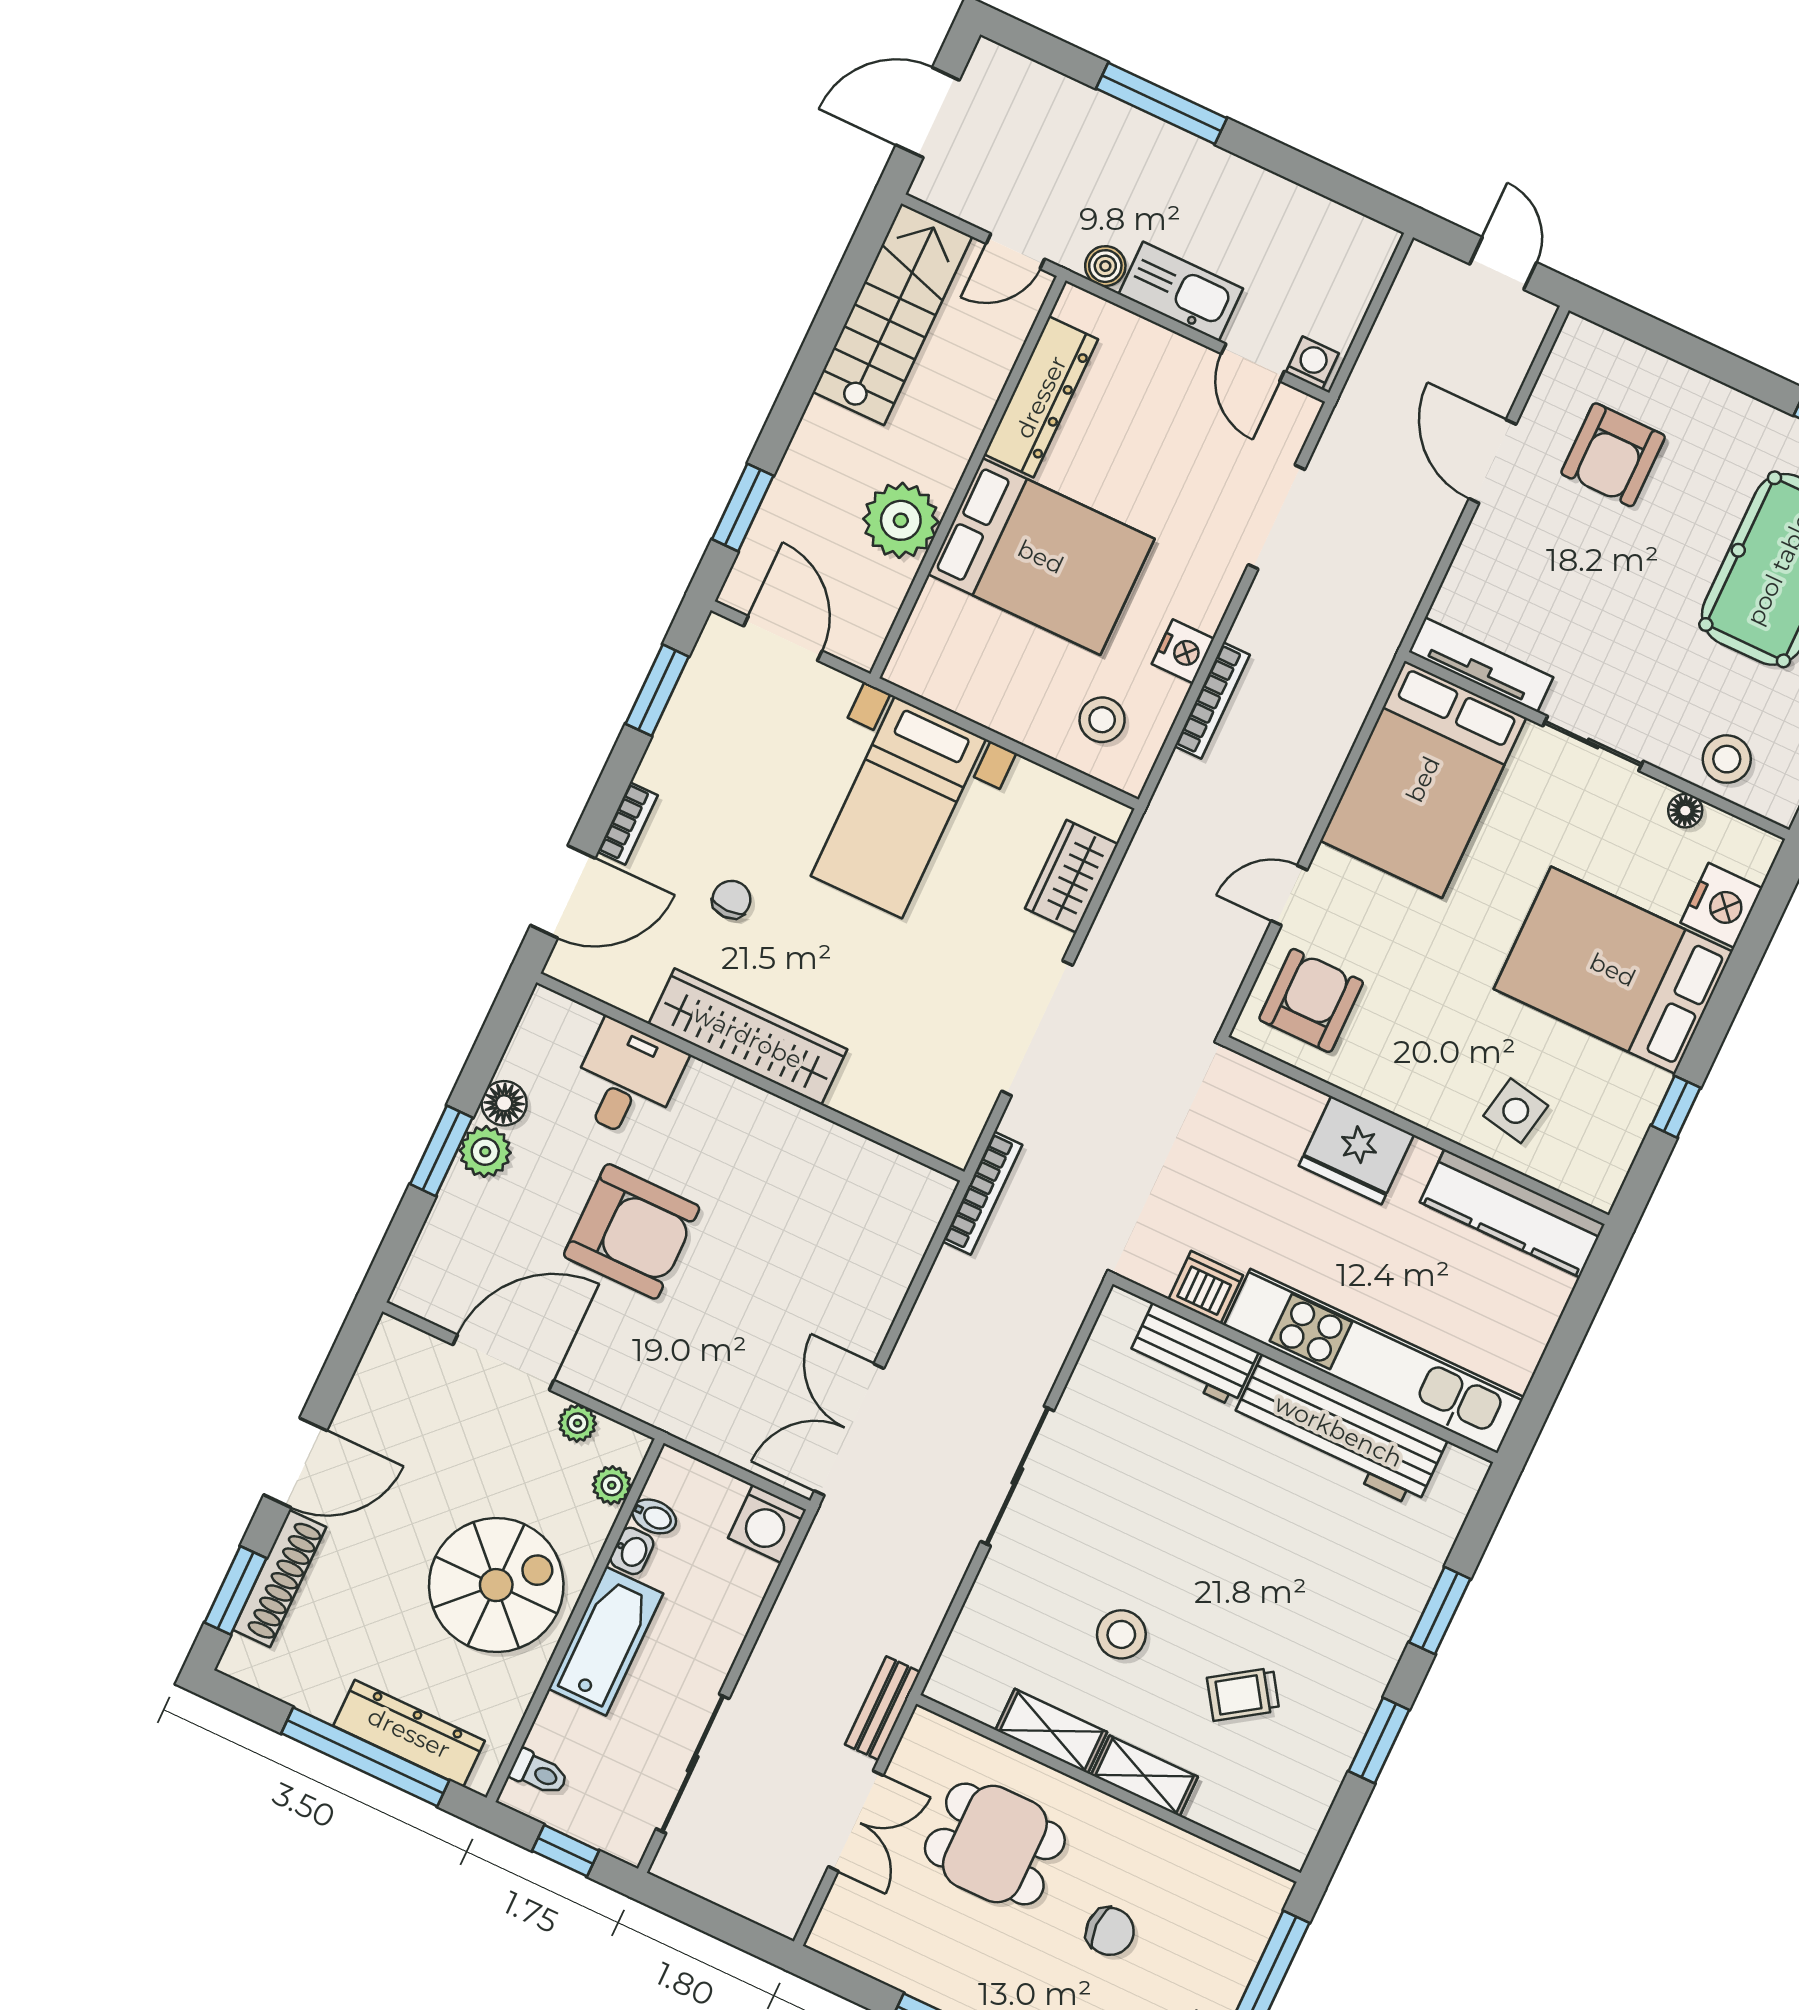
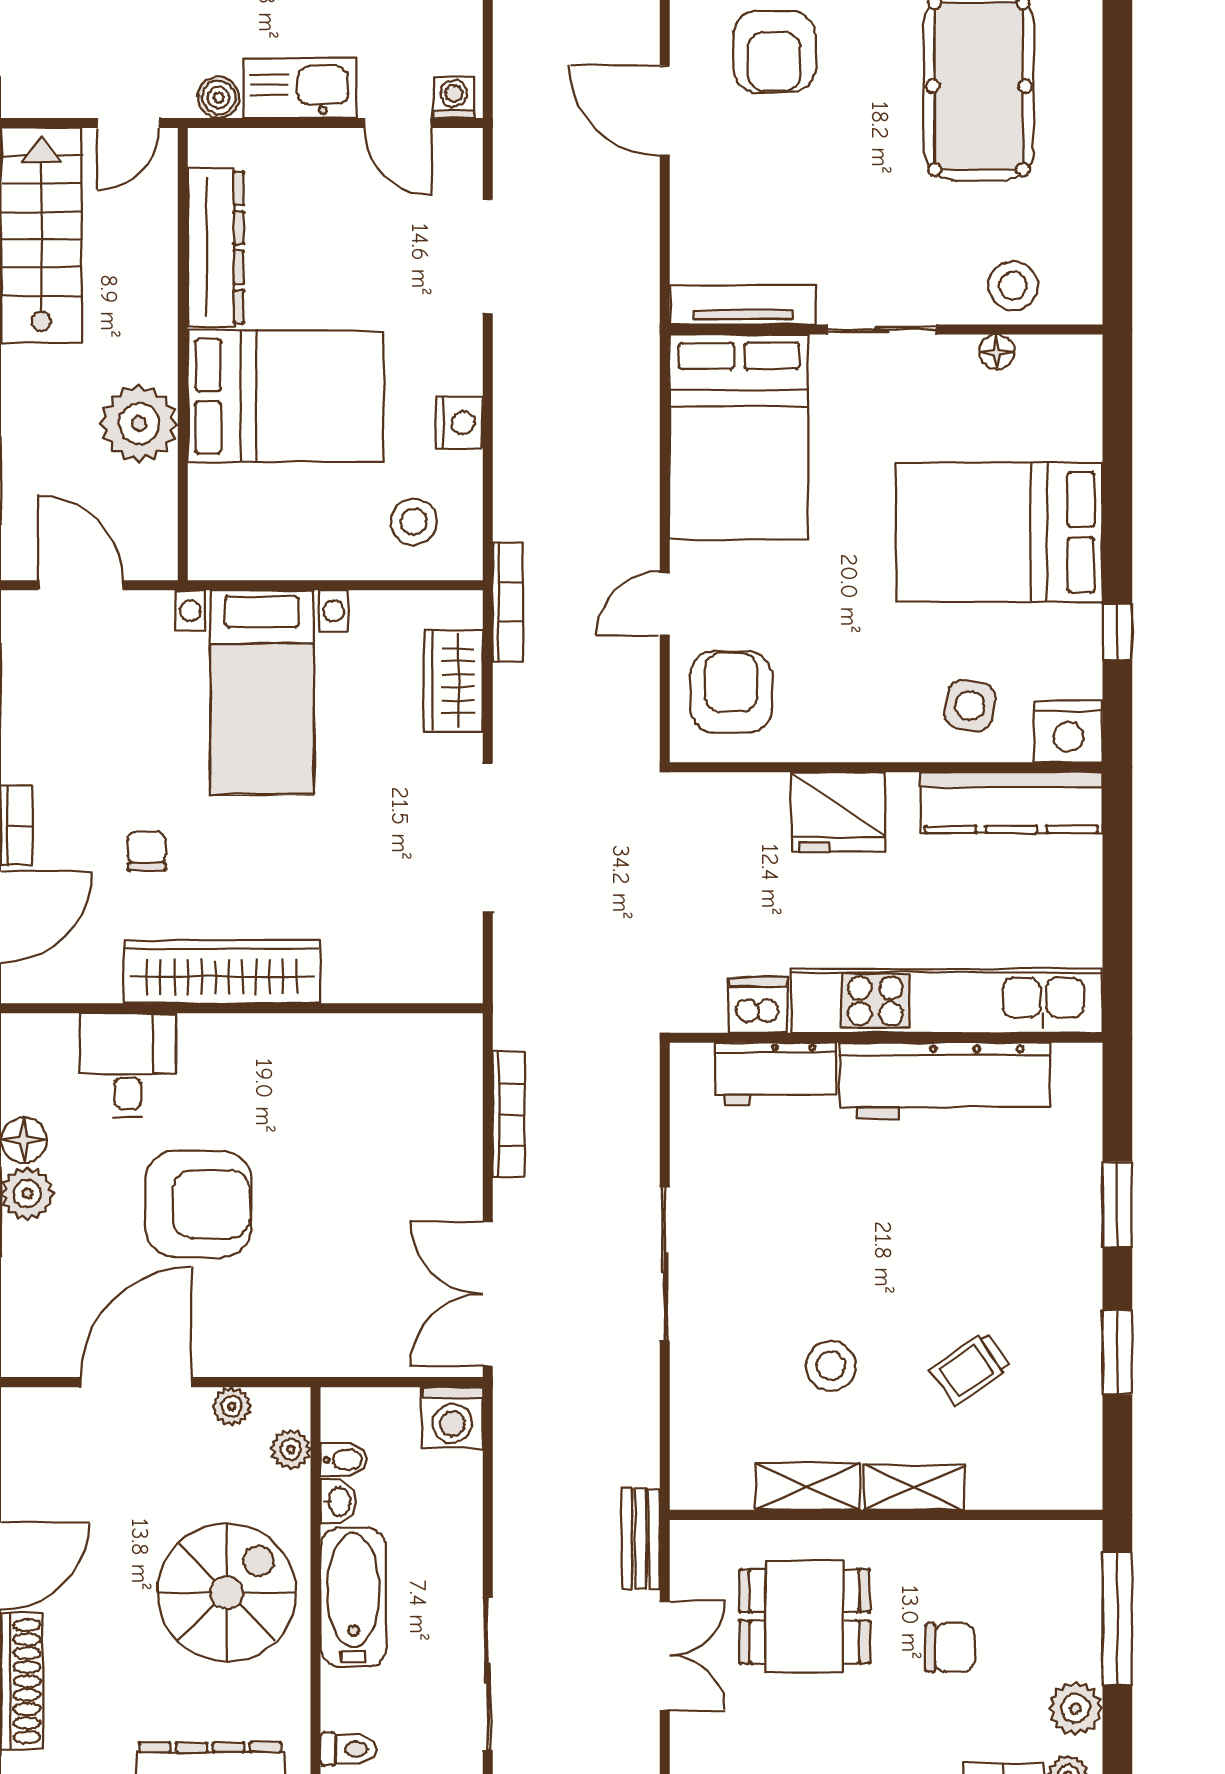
bookcase: (1212, 701) -> (508, 602), moved
nightstand: (1721, 905) -> (1068, 732), moved, turned 90
bookcase: (982, 1193) -> (509, 1115), moved

